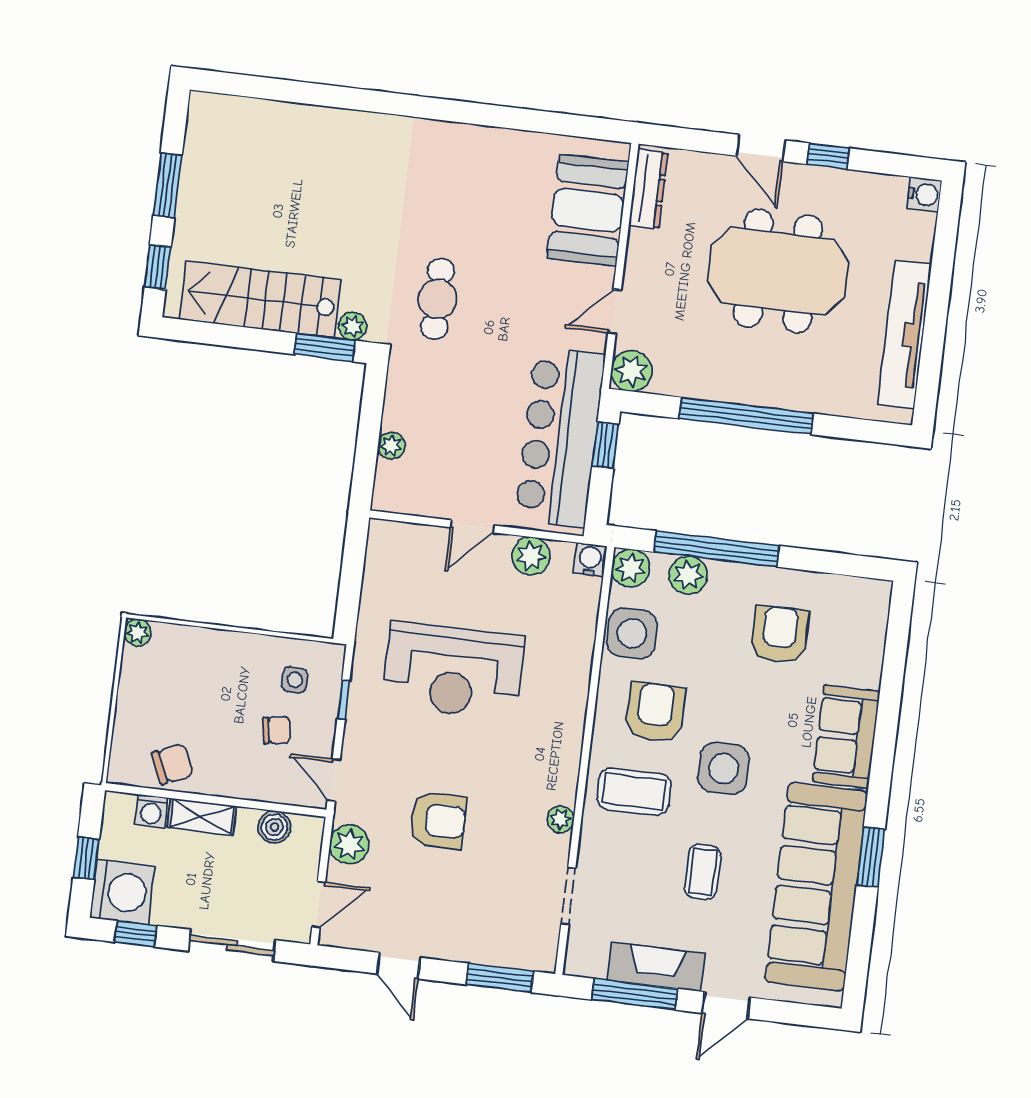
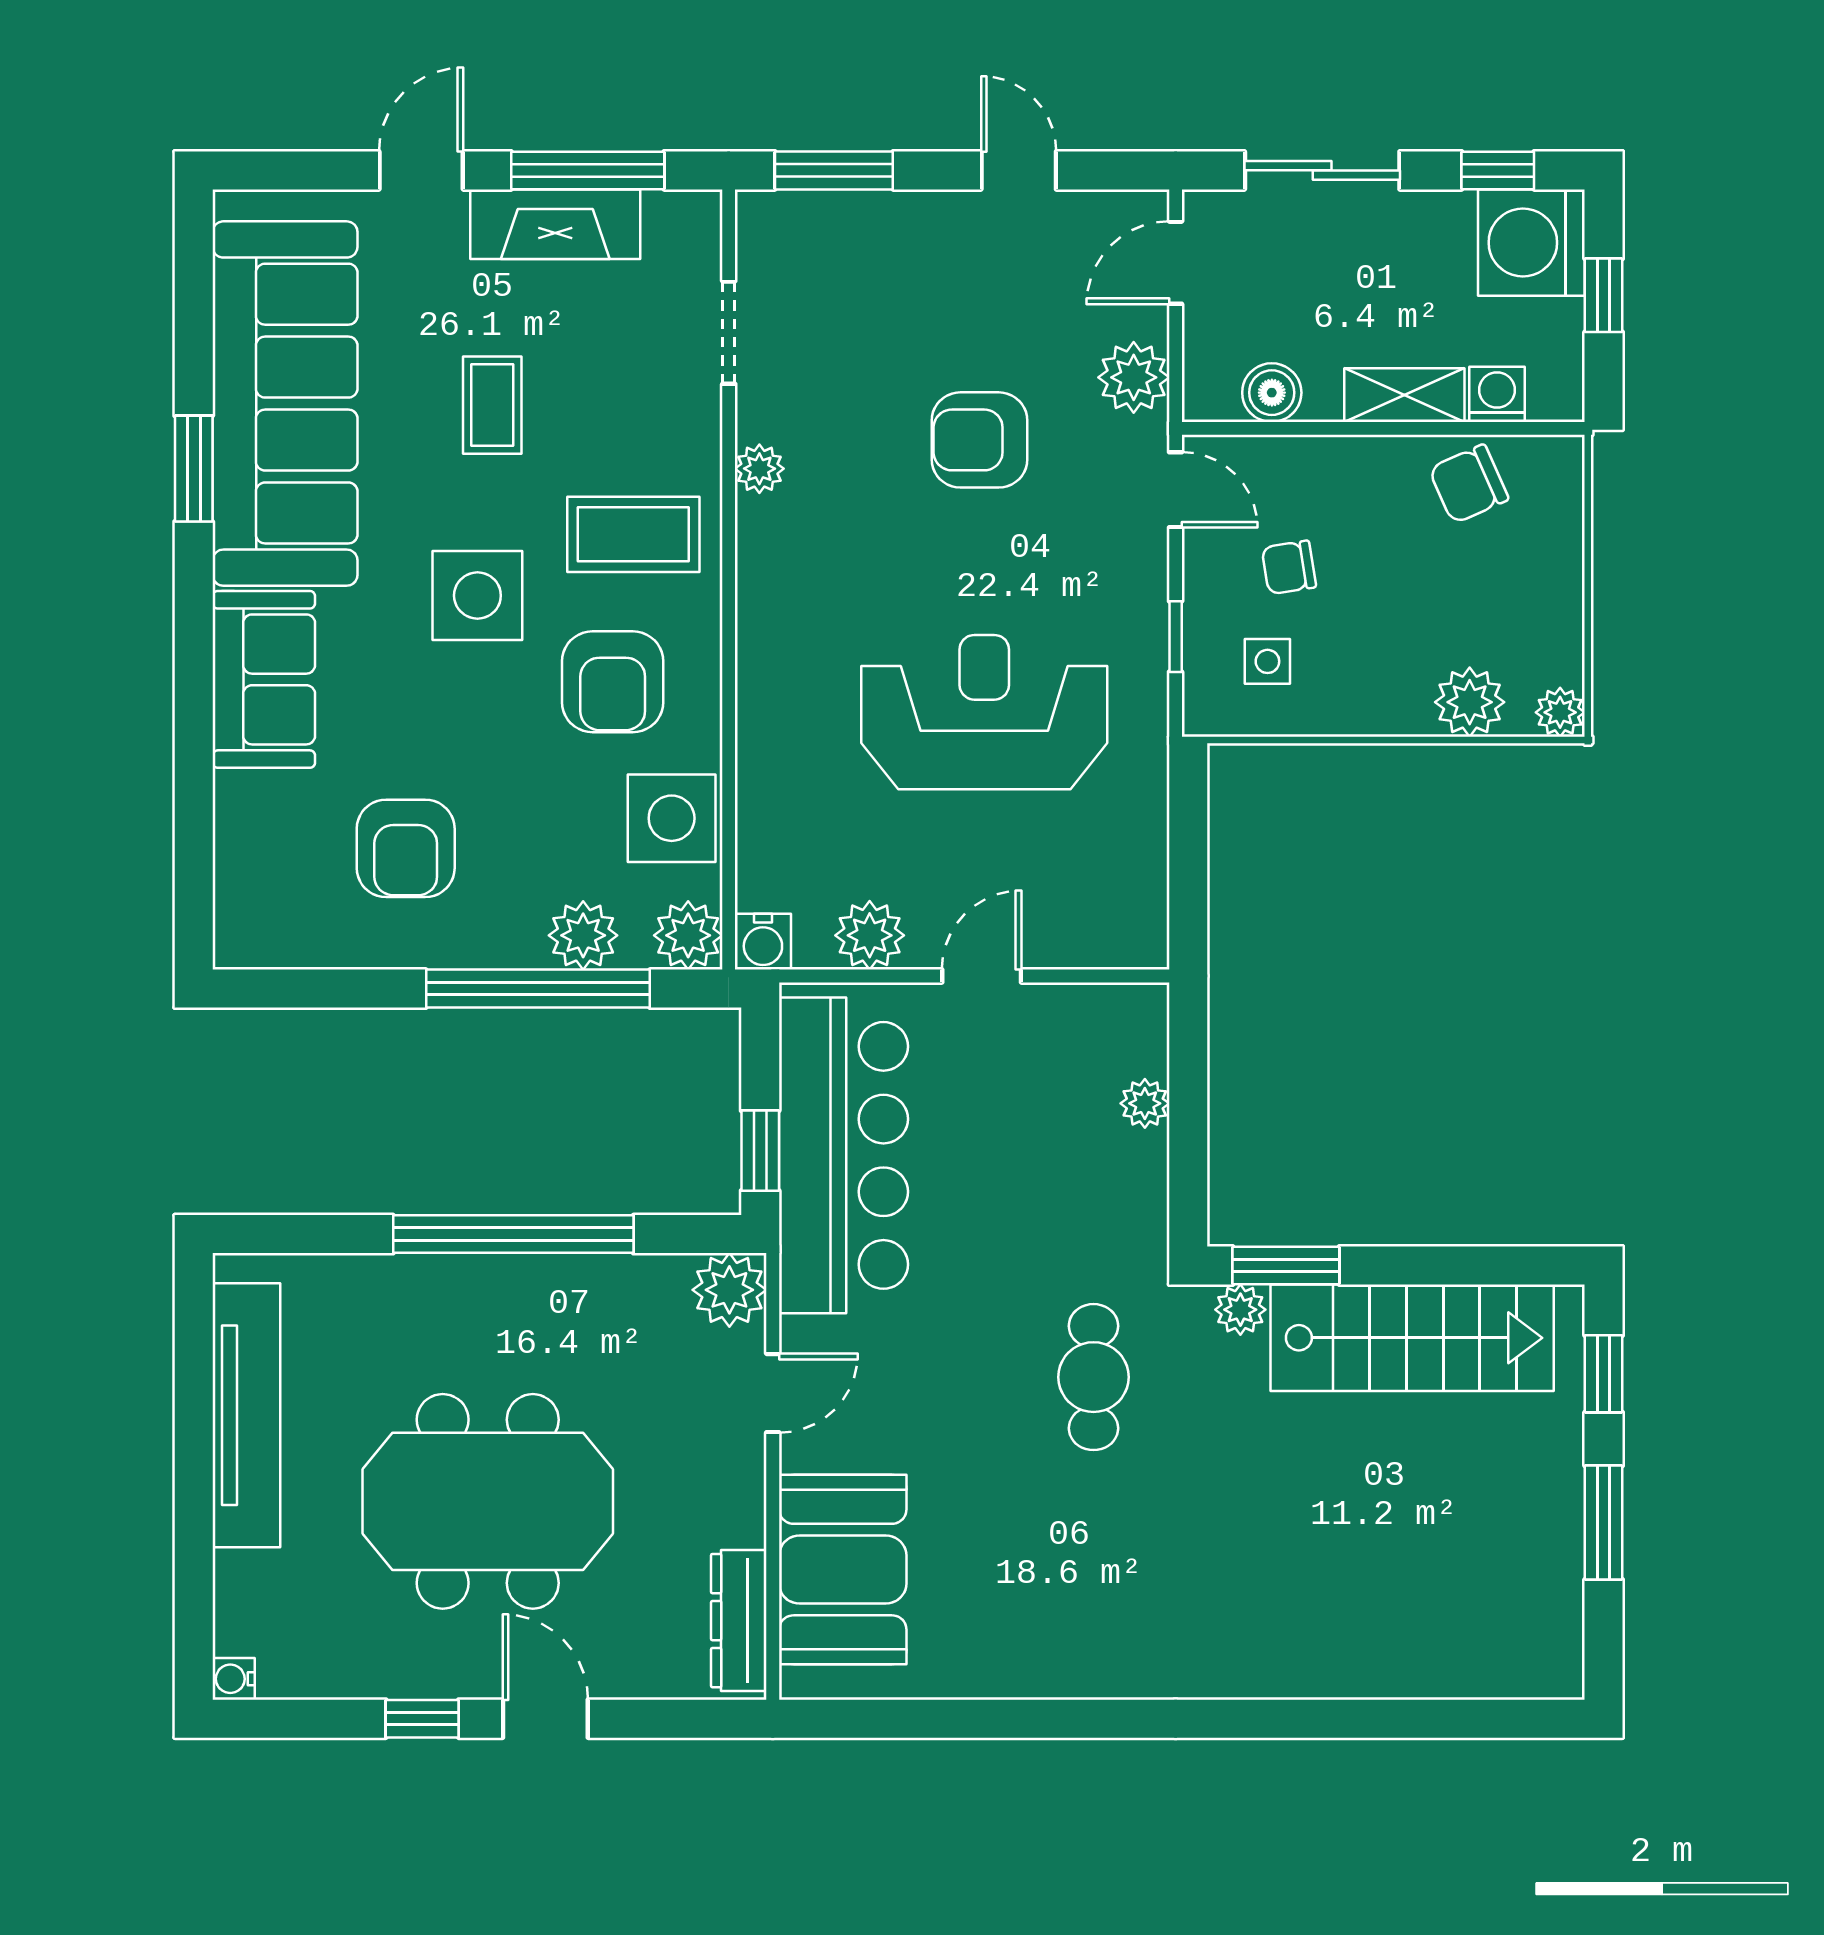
water cooler: (924, 194) -> (234, 1679), width x0.72, depth x0.72
plant: (187, 644) -> (1470, 702), added

